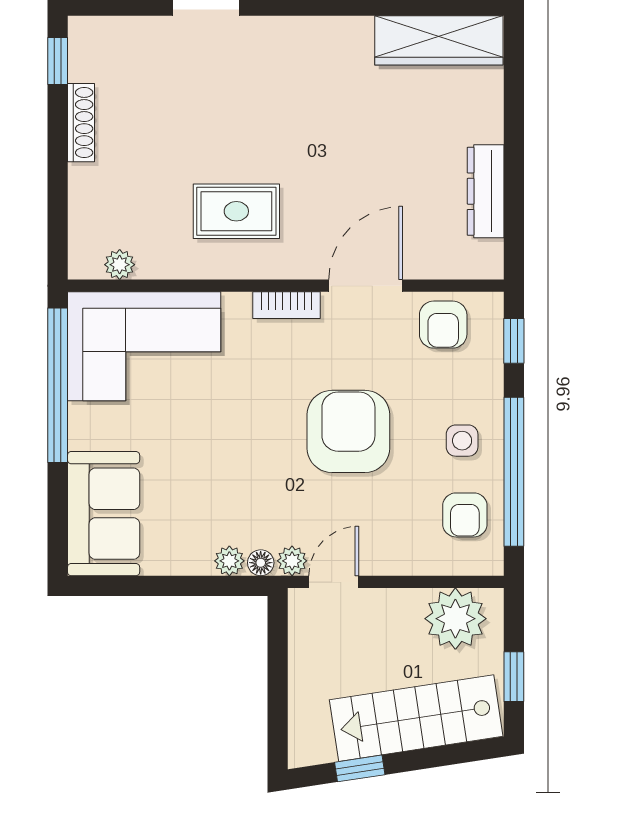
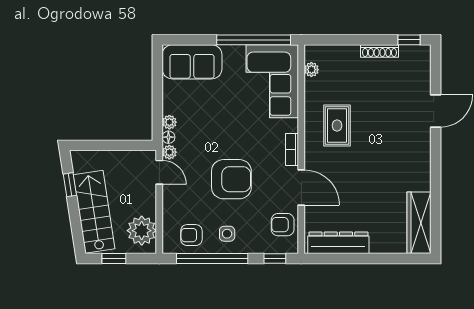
dresser: (486, 191) -> (338, 243), width x1.37, depth x1.24

